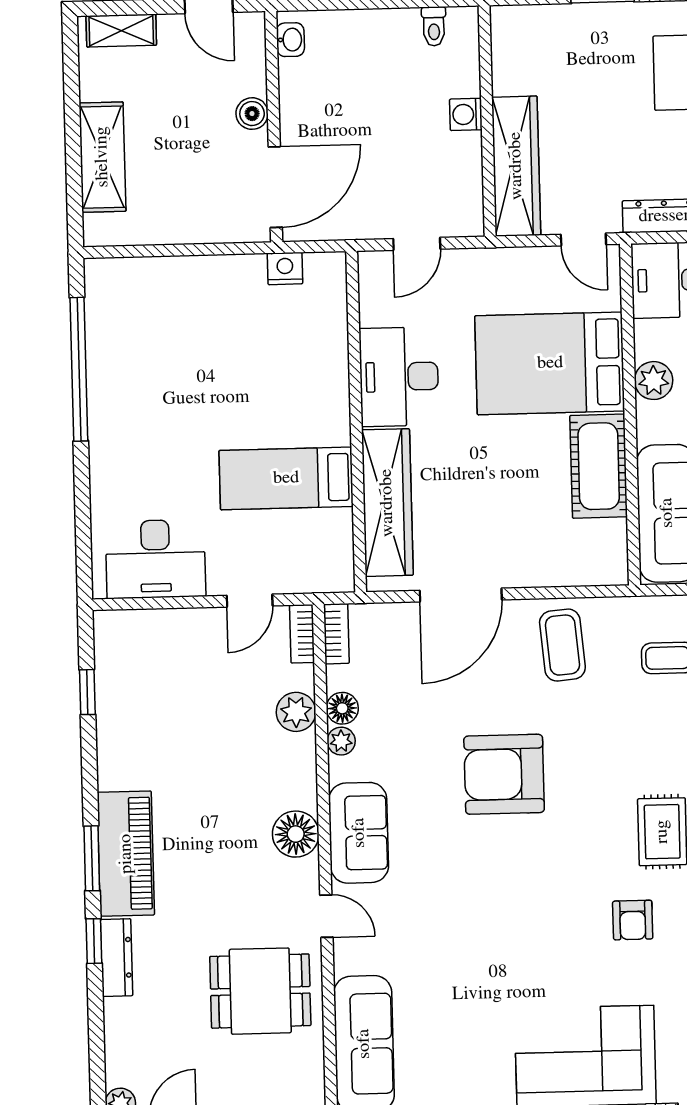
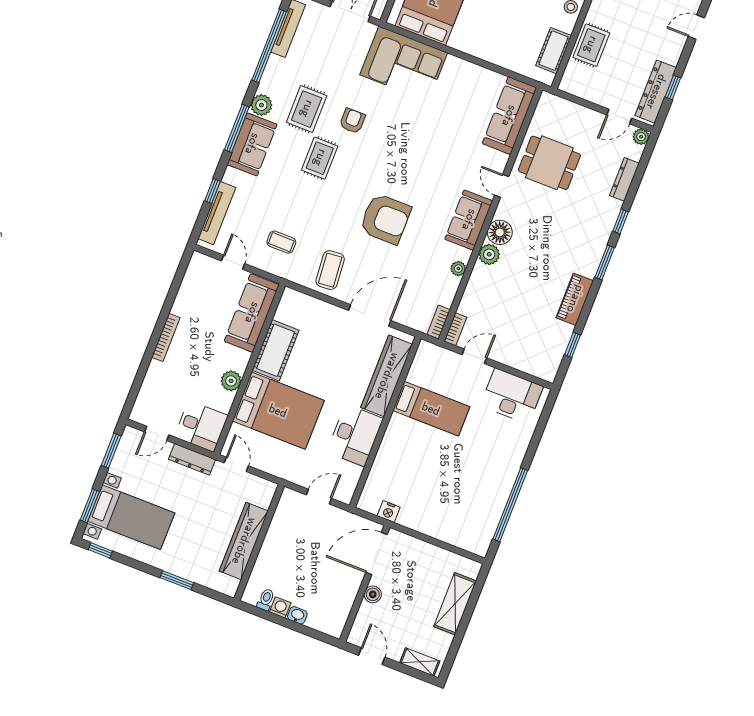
washbasin: (290, 40) -> (297, 615), moved, turned 90
washing machine: (466, 114) -> (280, 607), moved, turned -90
wardrobe: (516, 166) -> (244, 541), moved
floor lamp: (342, 708) -> (451, 284), removed
plant: (296, 712) -> (489, 254), moved
piano: (126, 854) -> (575, 299), moved, width x0.73, depth x0.75
dresser: (117, 958) -> (624, 179), moved

